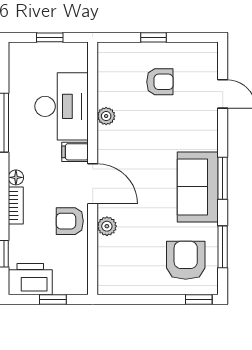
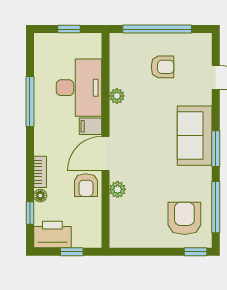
window: (153, 37) -> (157, 29), width x3.17
floor lamp: (16, 177) -> (40, 196), moved
door: (93, 184) -> (105, 153), swing flipped
sofa: (198, 187) -> (195, 136), moved
armchair: (70, 221) -> (86, 185), turned -90
window: (223, 247) -> (216, 207), width x1.44

